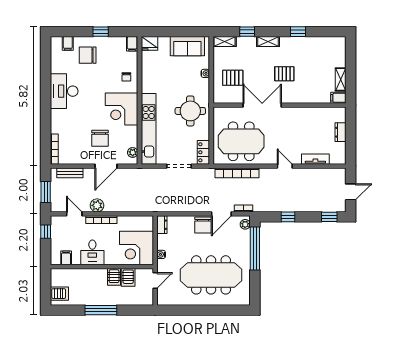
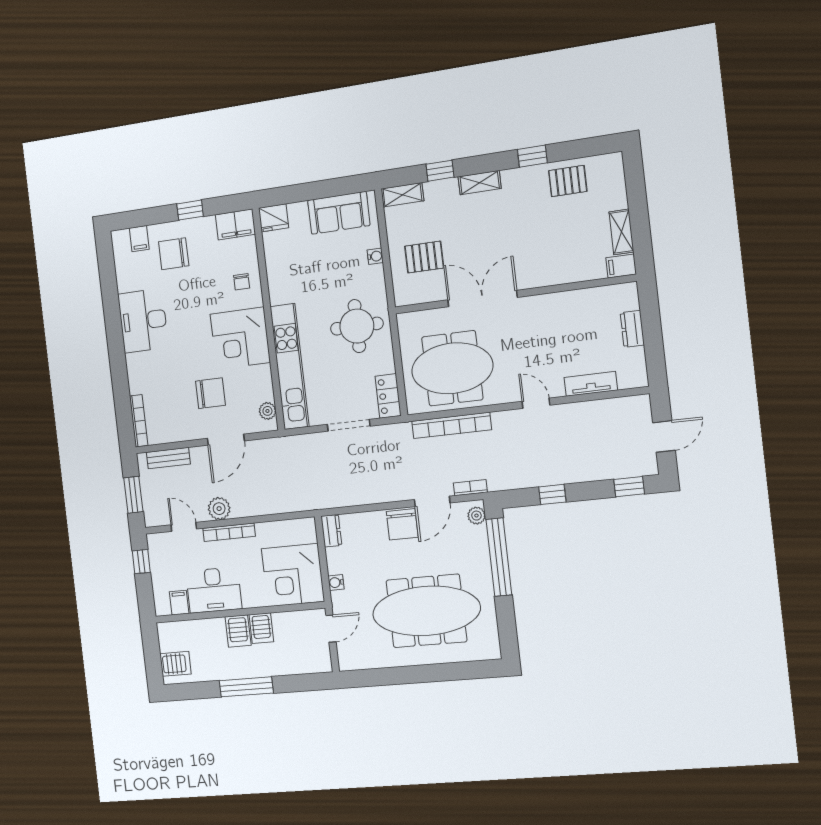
filing cabinet: (132, 44) -> (235, 224), width x2.00
pallet: (284, 74) -> (568, 181), moved
chair: (100, 138) -> (210, 393), turned -90
desk: (92, 252) -> (214, 590), width x1.37
server rack: (128, 277) -> (238, 631), moved

